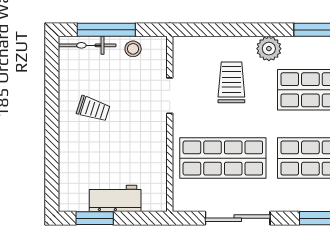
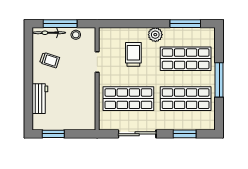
trolley: (93, 109) -> (50, 60), moved
workbench: (115, 198) -> (40, 99), moved, turned 90

